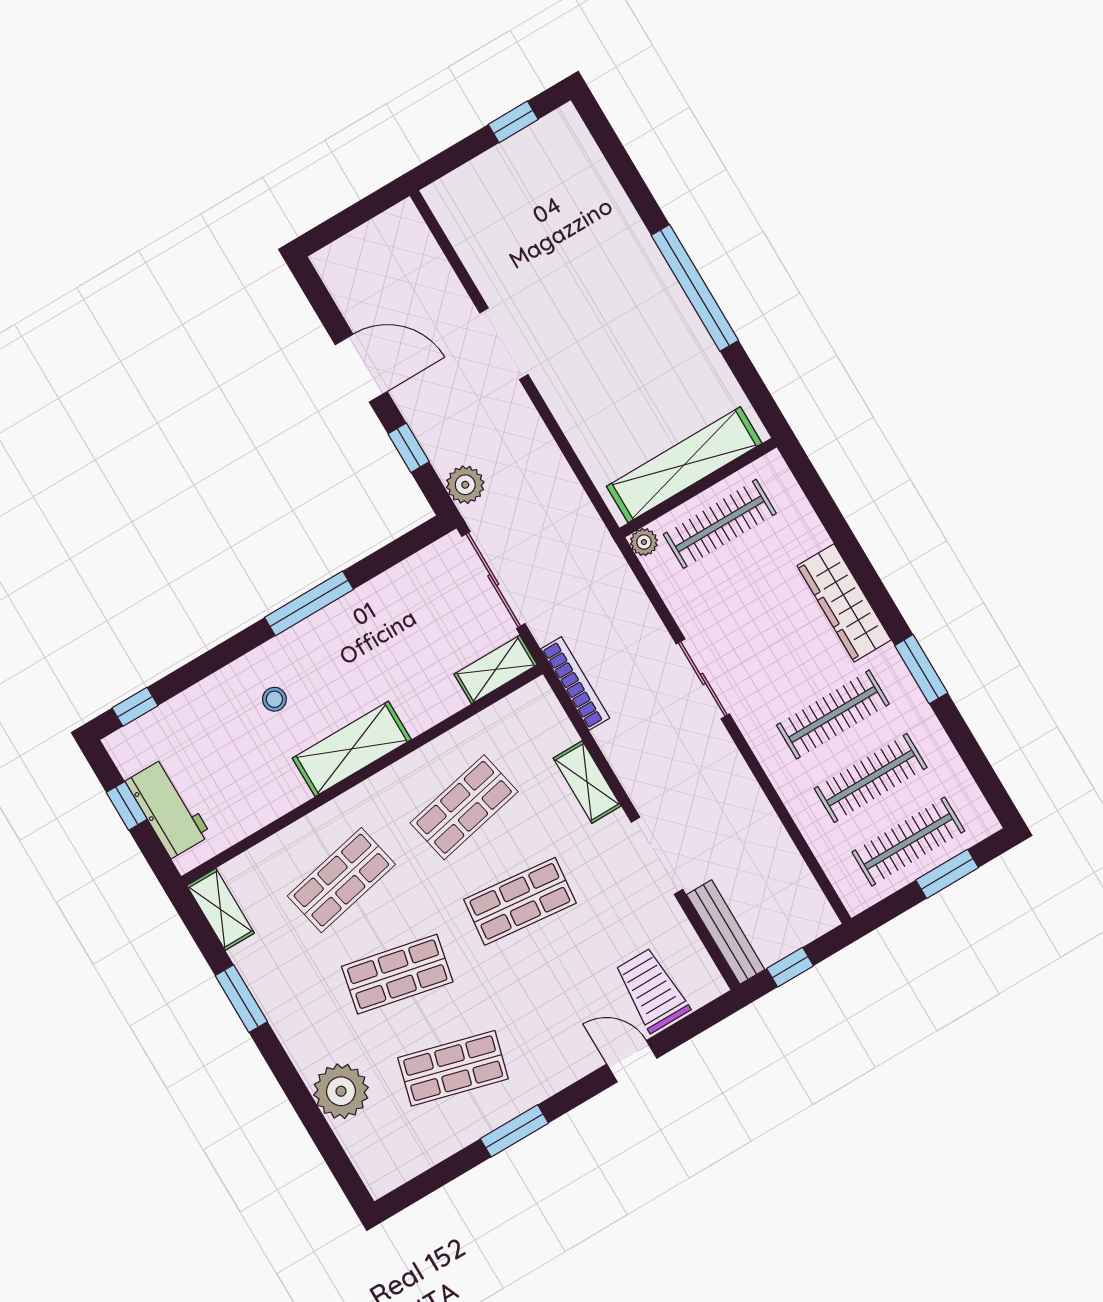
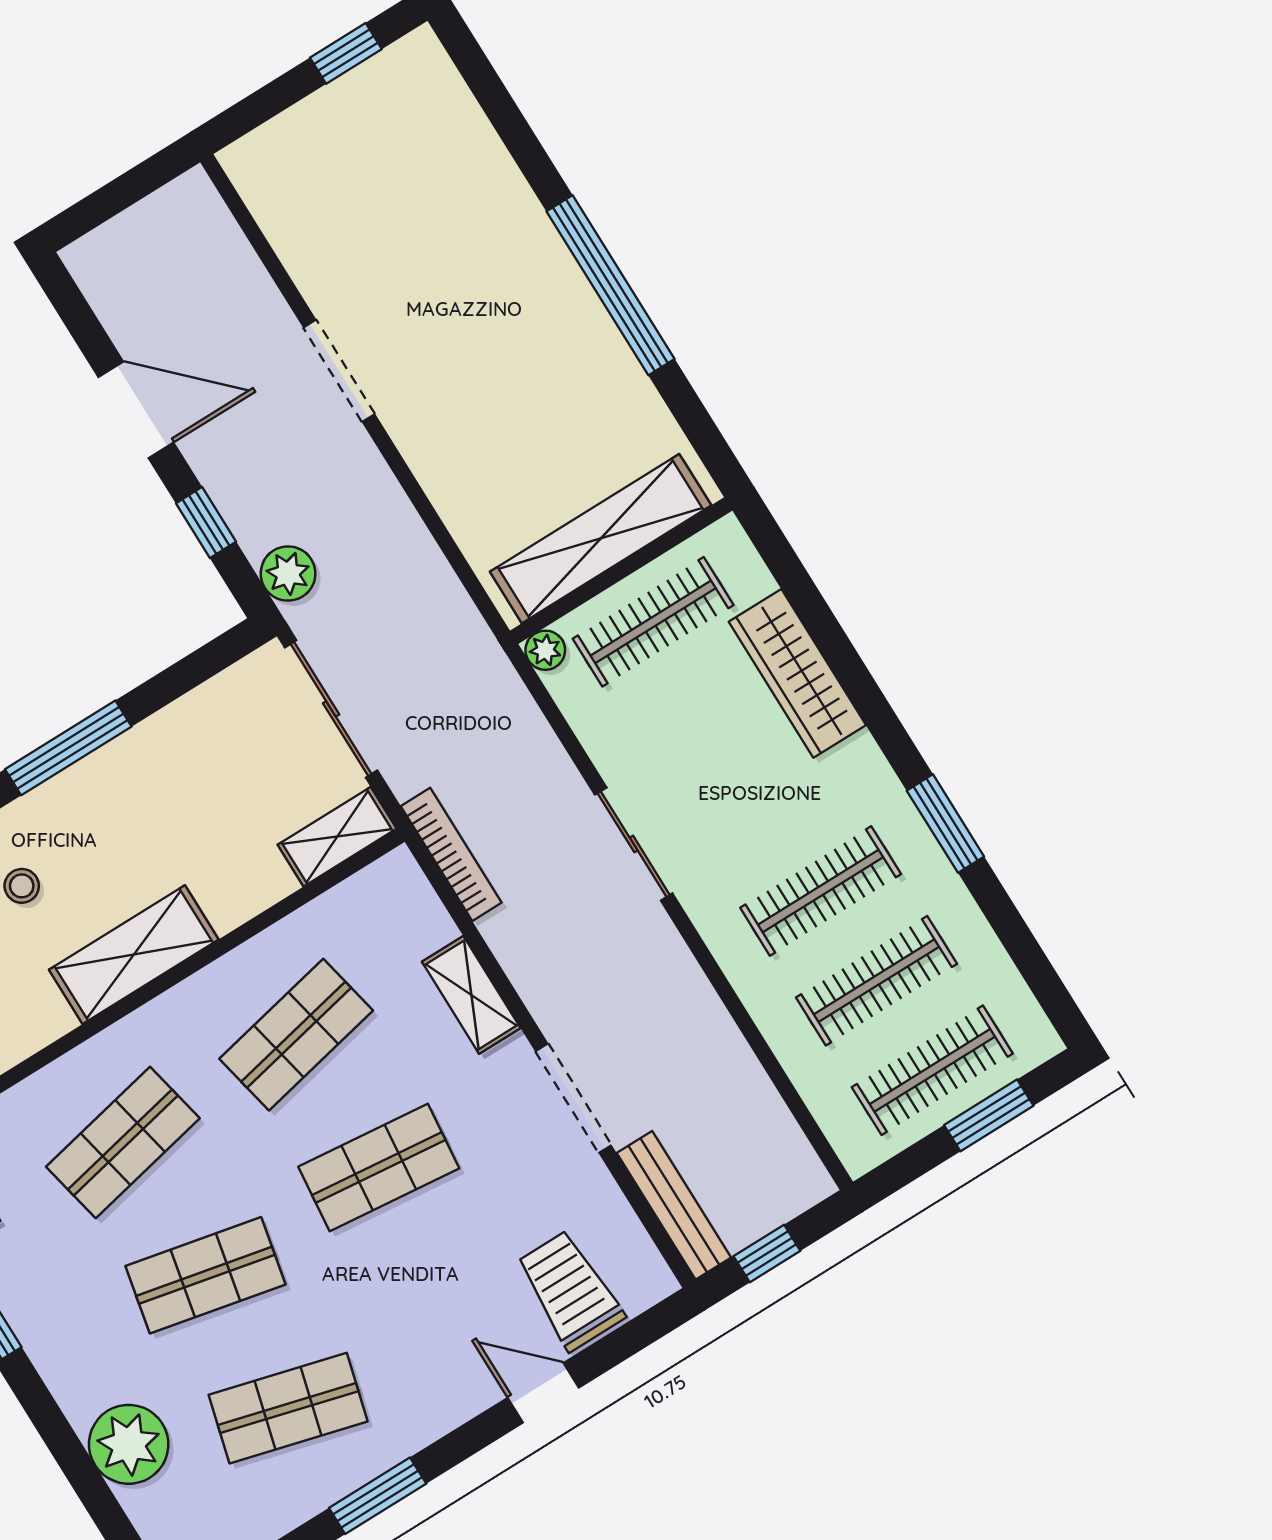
wardrobe: (844, 603) -> (797, 673), moved

